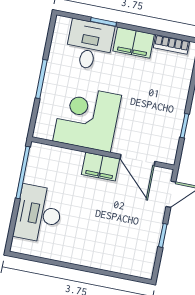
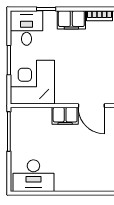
desk: (89, 45) -> (27, 28), moved
corner desk: (87, 118) -> (32, 82), moved
desk: (38, 214) -> (33, 176), moved, turned -90

